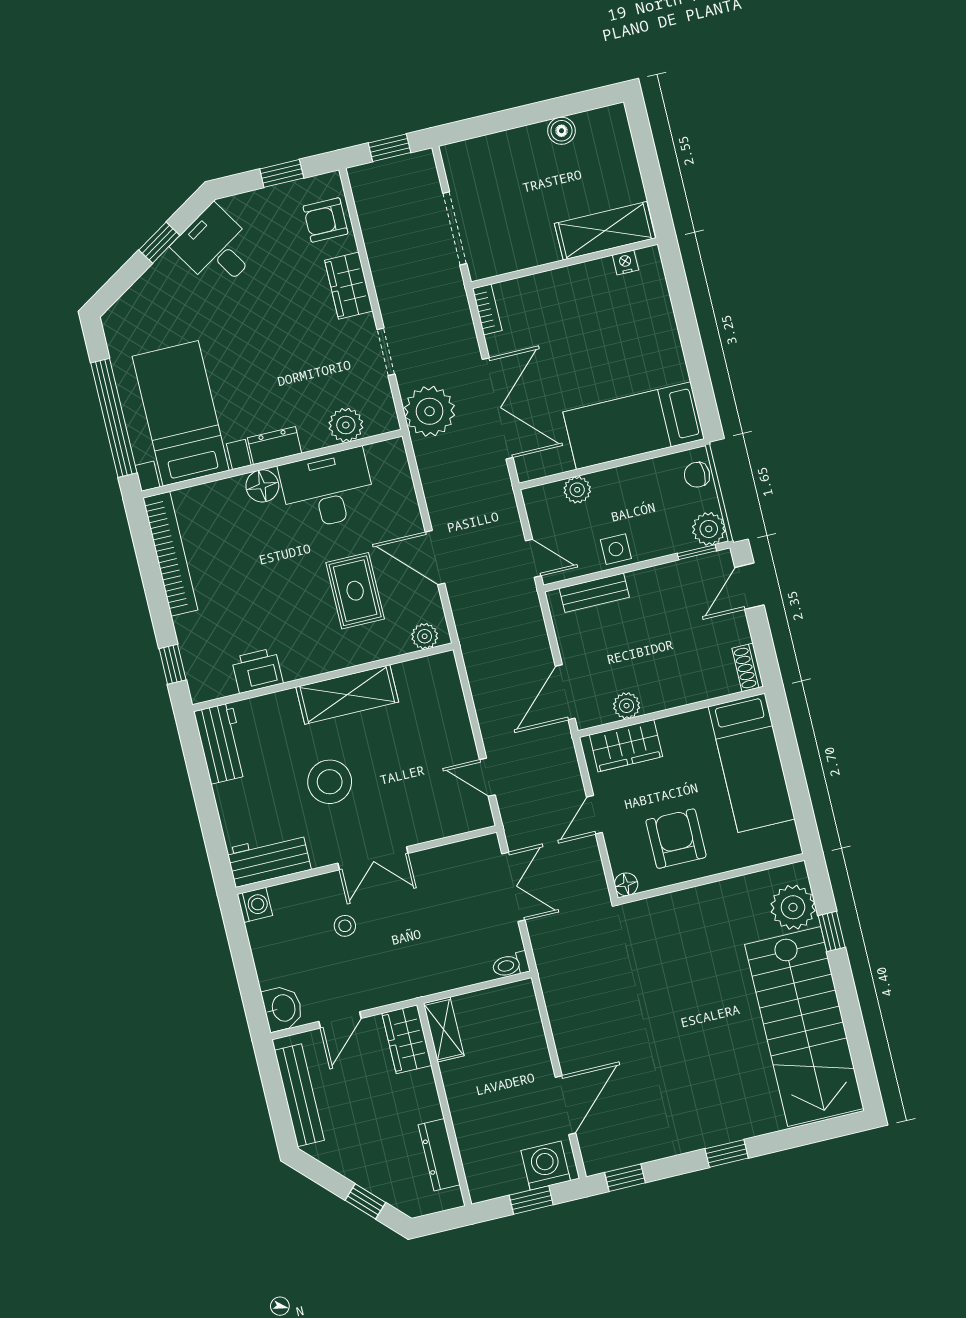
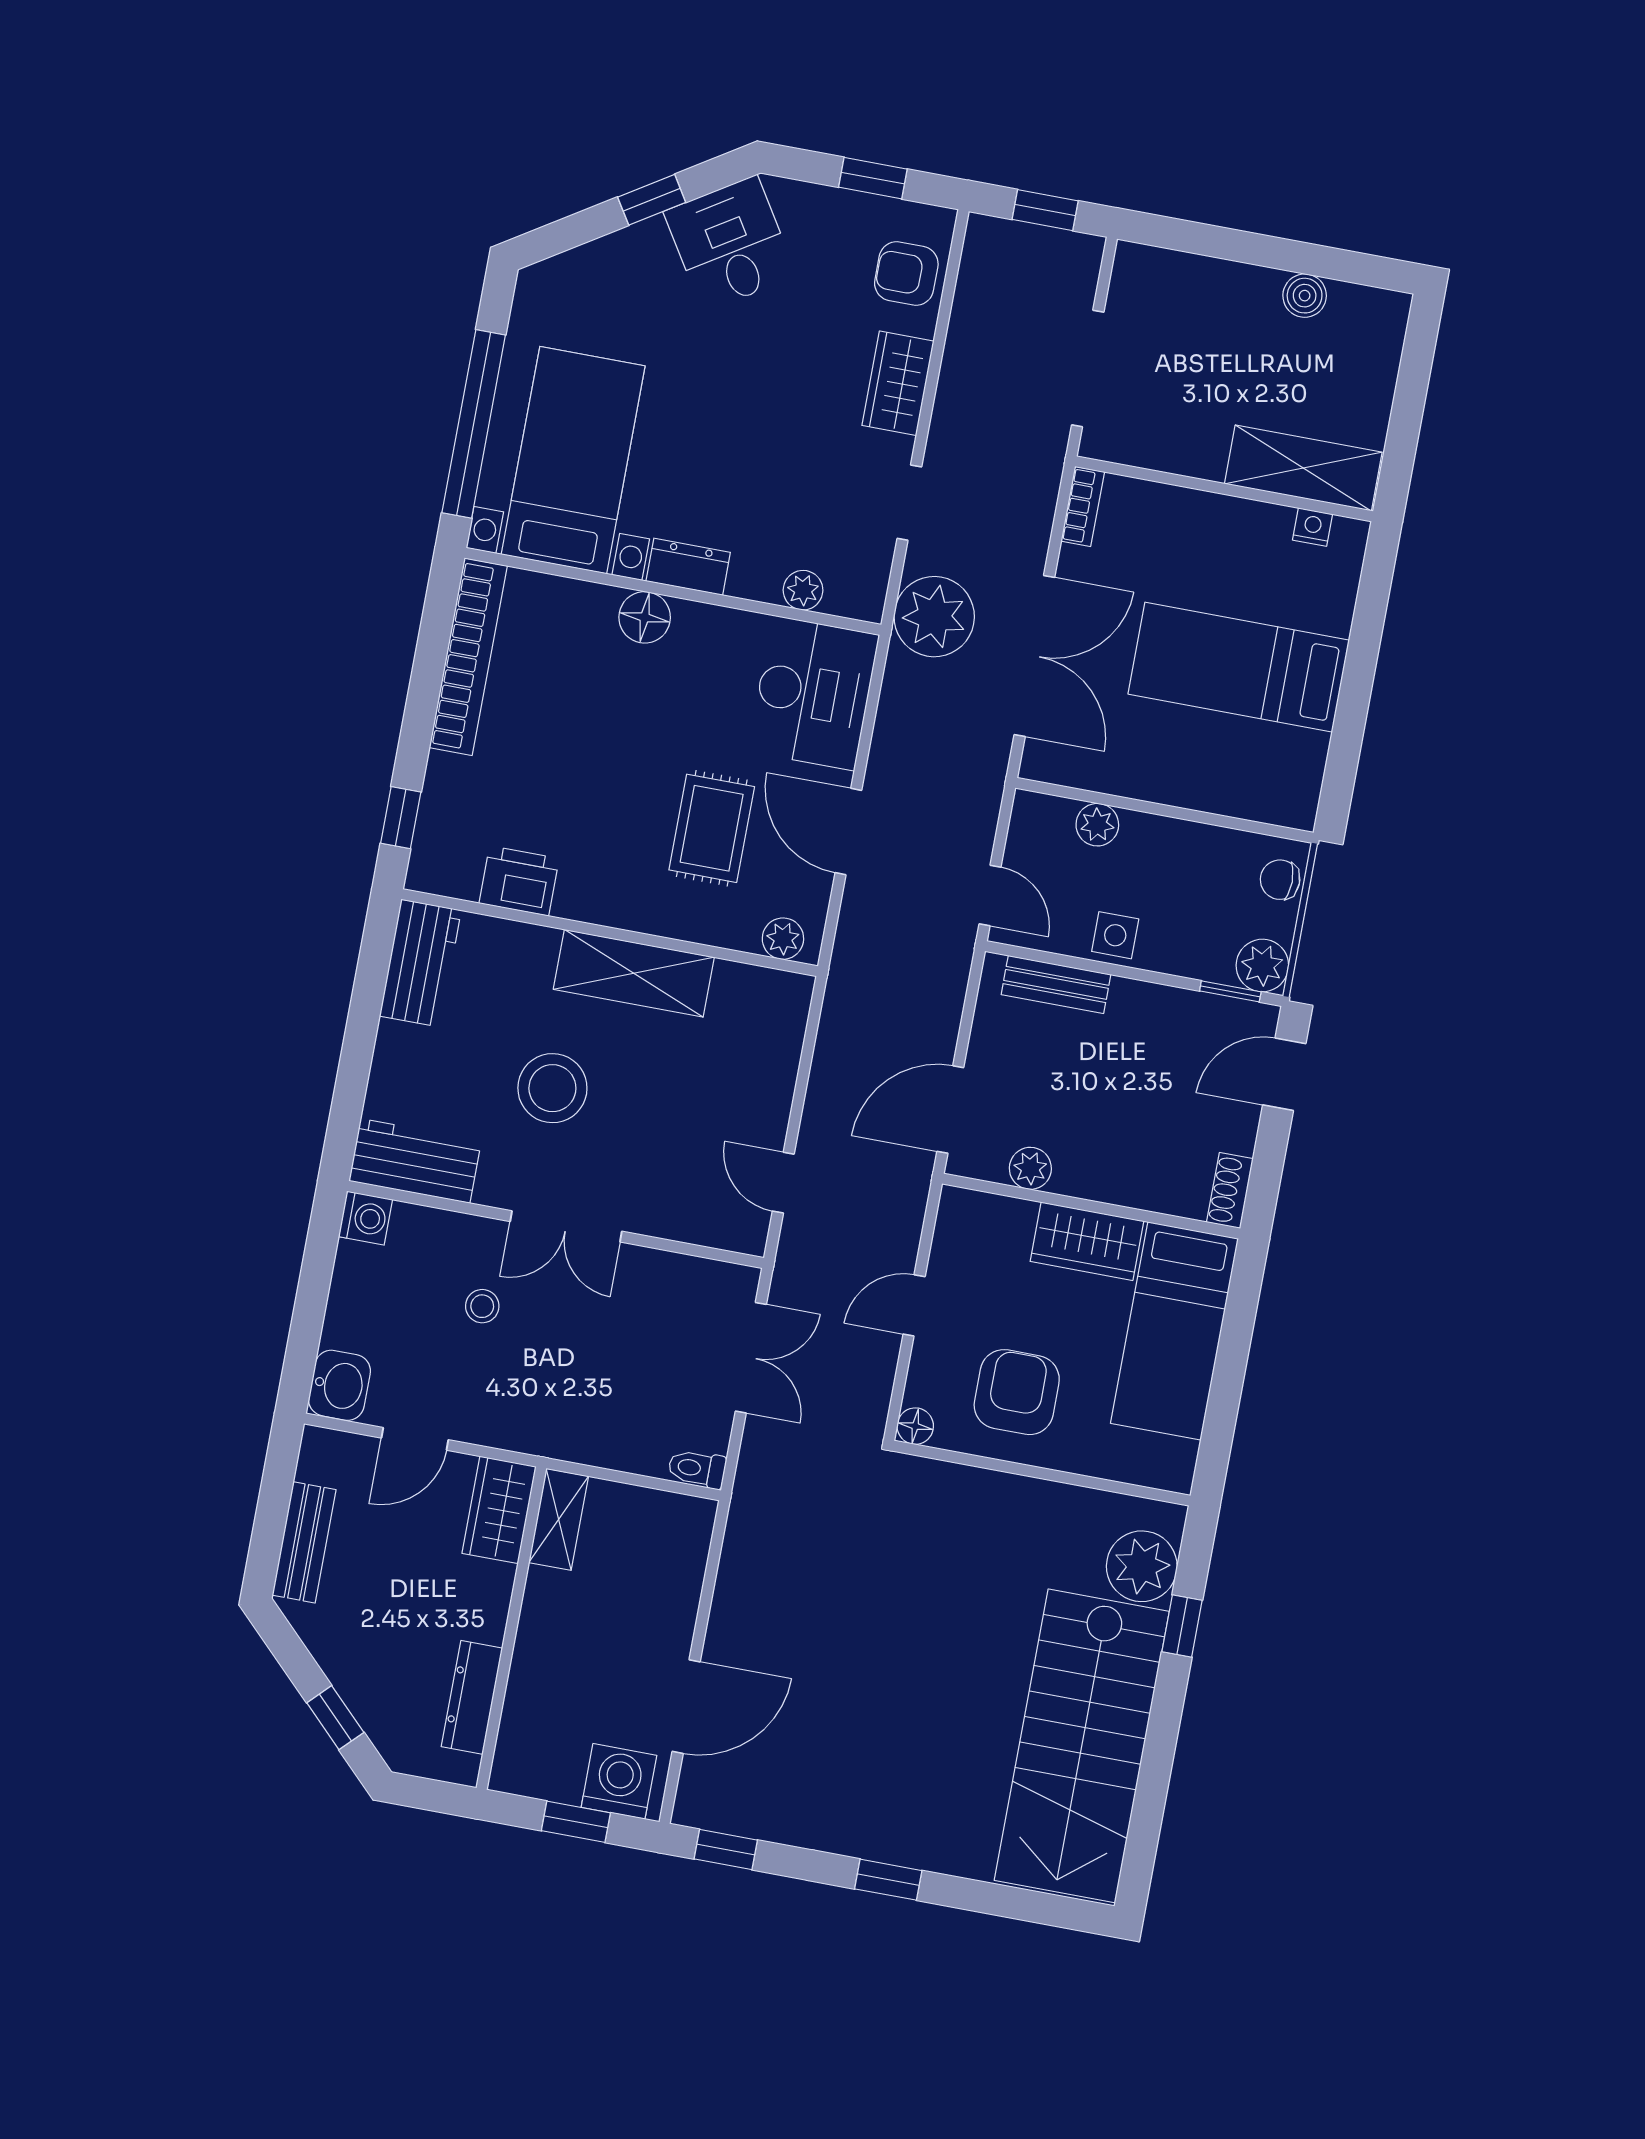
plant: (346, 425) -> (803, 590), width x0.73, depth x0.73
bed: (634, 426) -> (1239, 667), moved
desk: (328, 489) -> (813, 693), moved, turned 90
wardrobe: (626, 746) -> (1087, 1241), moved
bench: (299, 1095) -> (304, 1542), width x0.73

